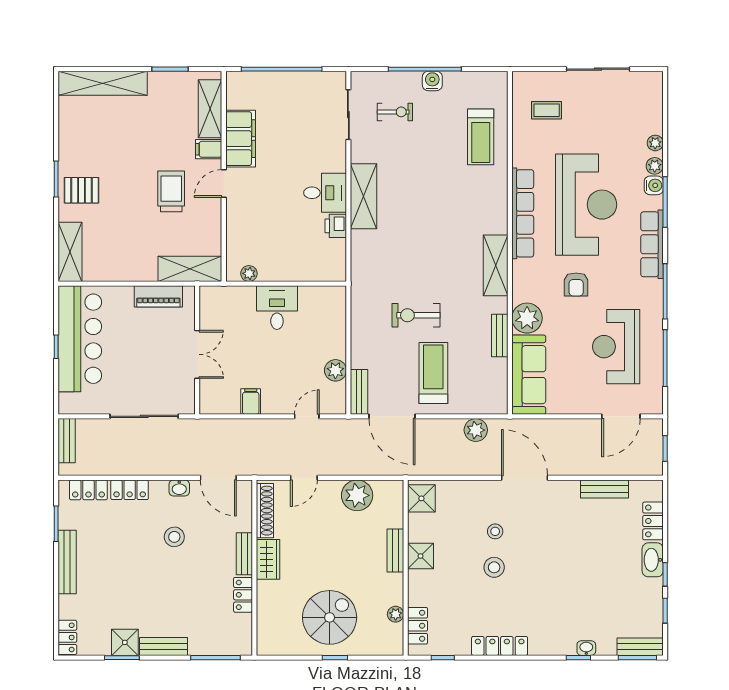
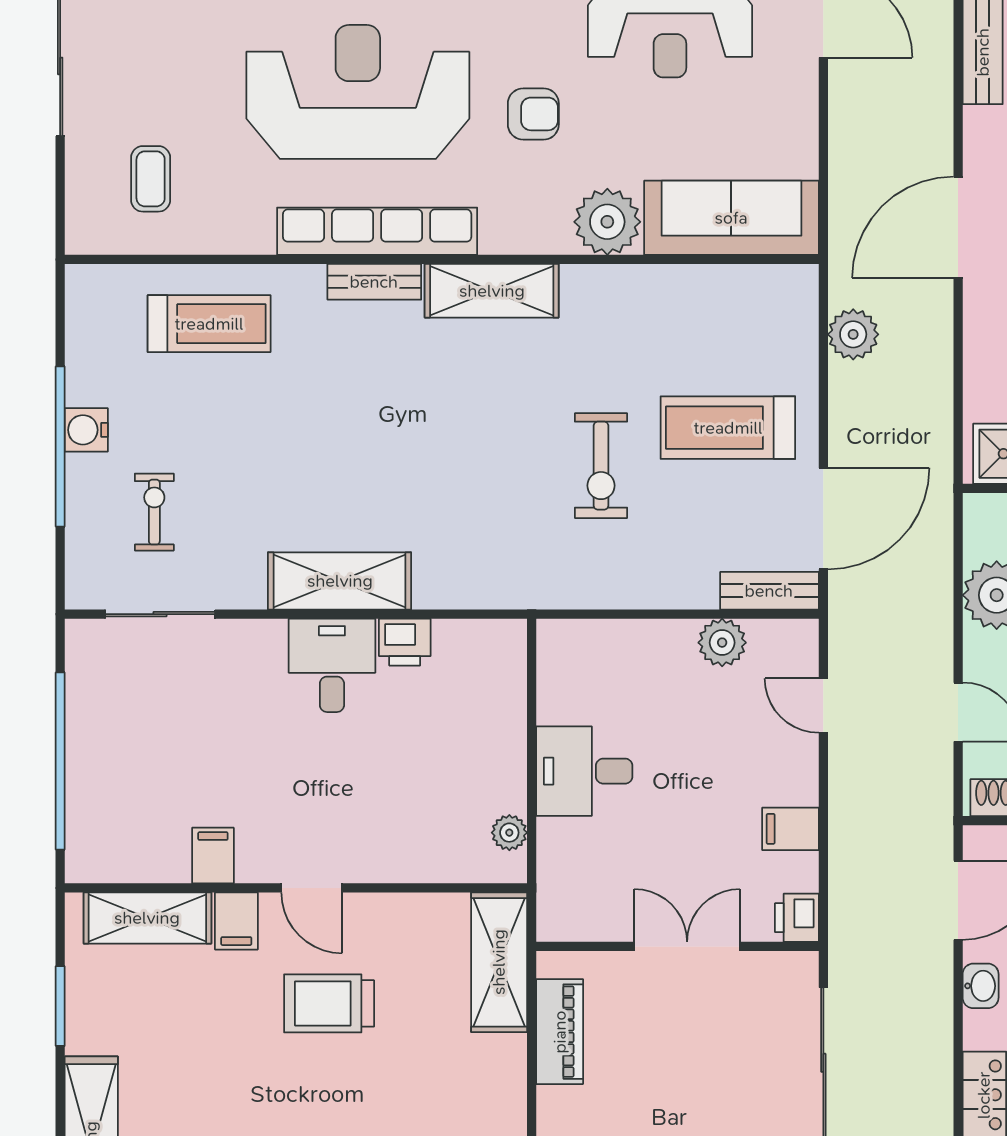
filing cabinet: (241, 139) -> (213, 856), width x0.33, depth x0.86
bench: (500, 335) -> (374, 282), moved
printer: (210, 404) -> (797, 918), added

